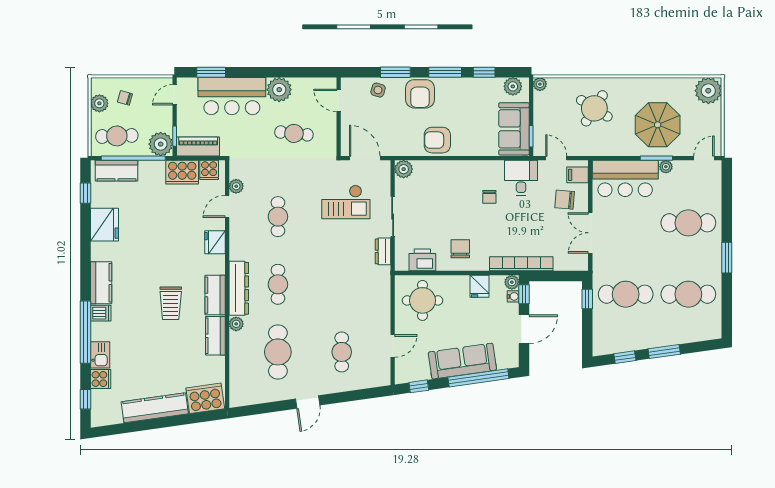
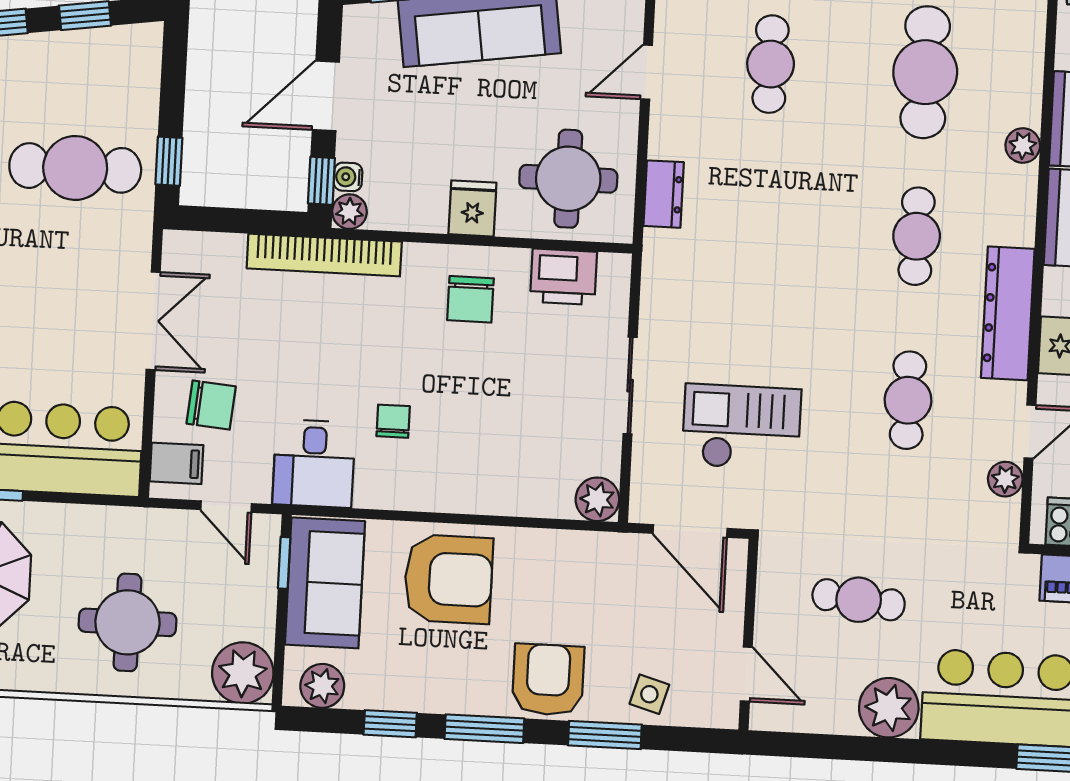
plant: (540, 84) -> (243, 673), width x1.88, depth x1.88
round table: (594, 108) -> (127, 622), turned -32
armchair: (437, 140) -> (448, 579), moved, width x1.36, depth x1.36
dresser: (383, 251) -> (664, 194), moved
fridge: (479, 286) -> (472, 208), moved
dresser: (239, 288) -> (1008, 313), moved

